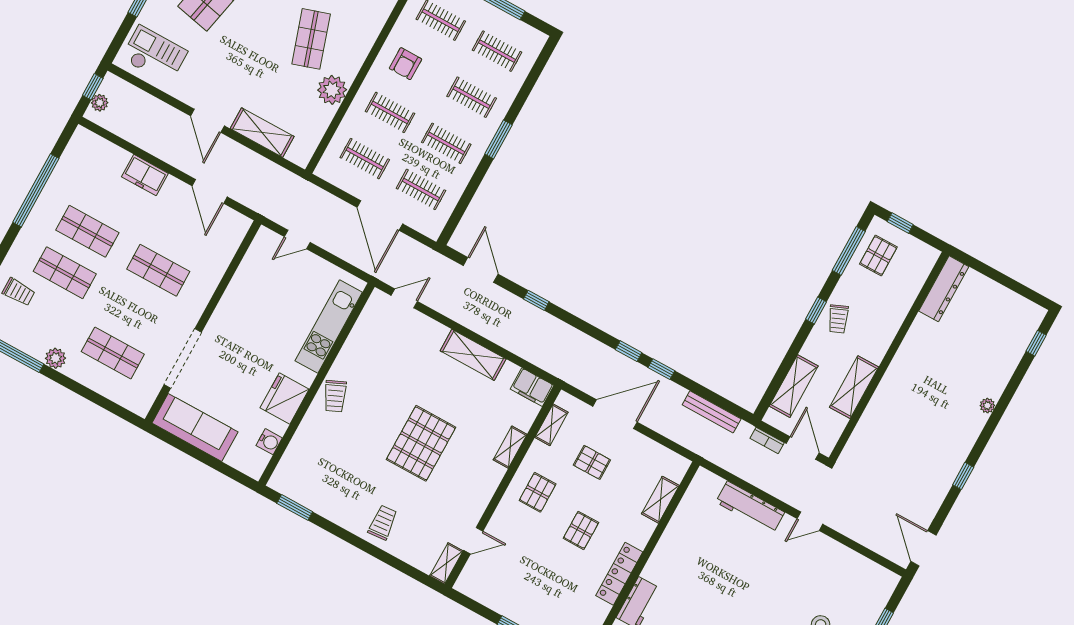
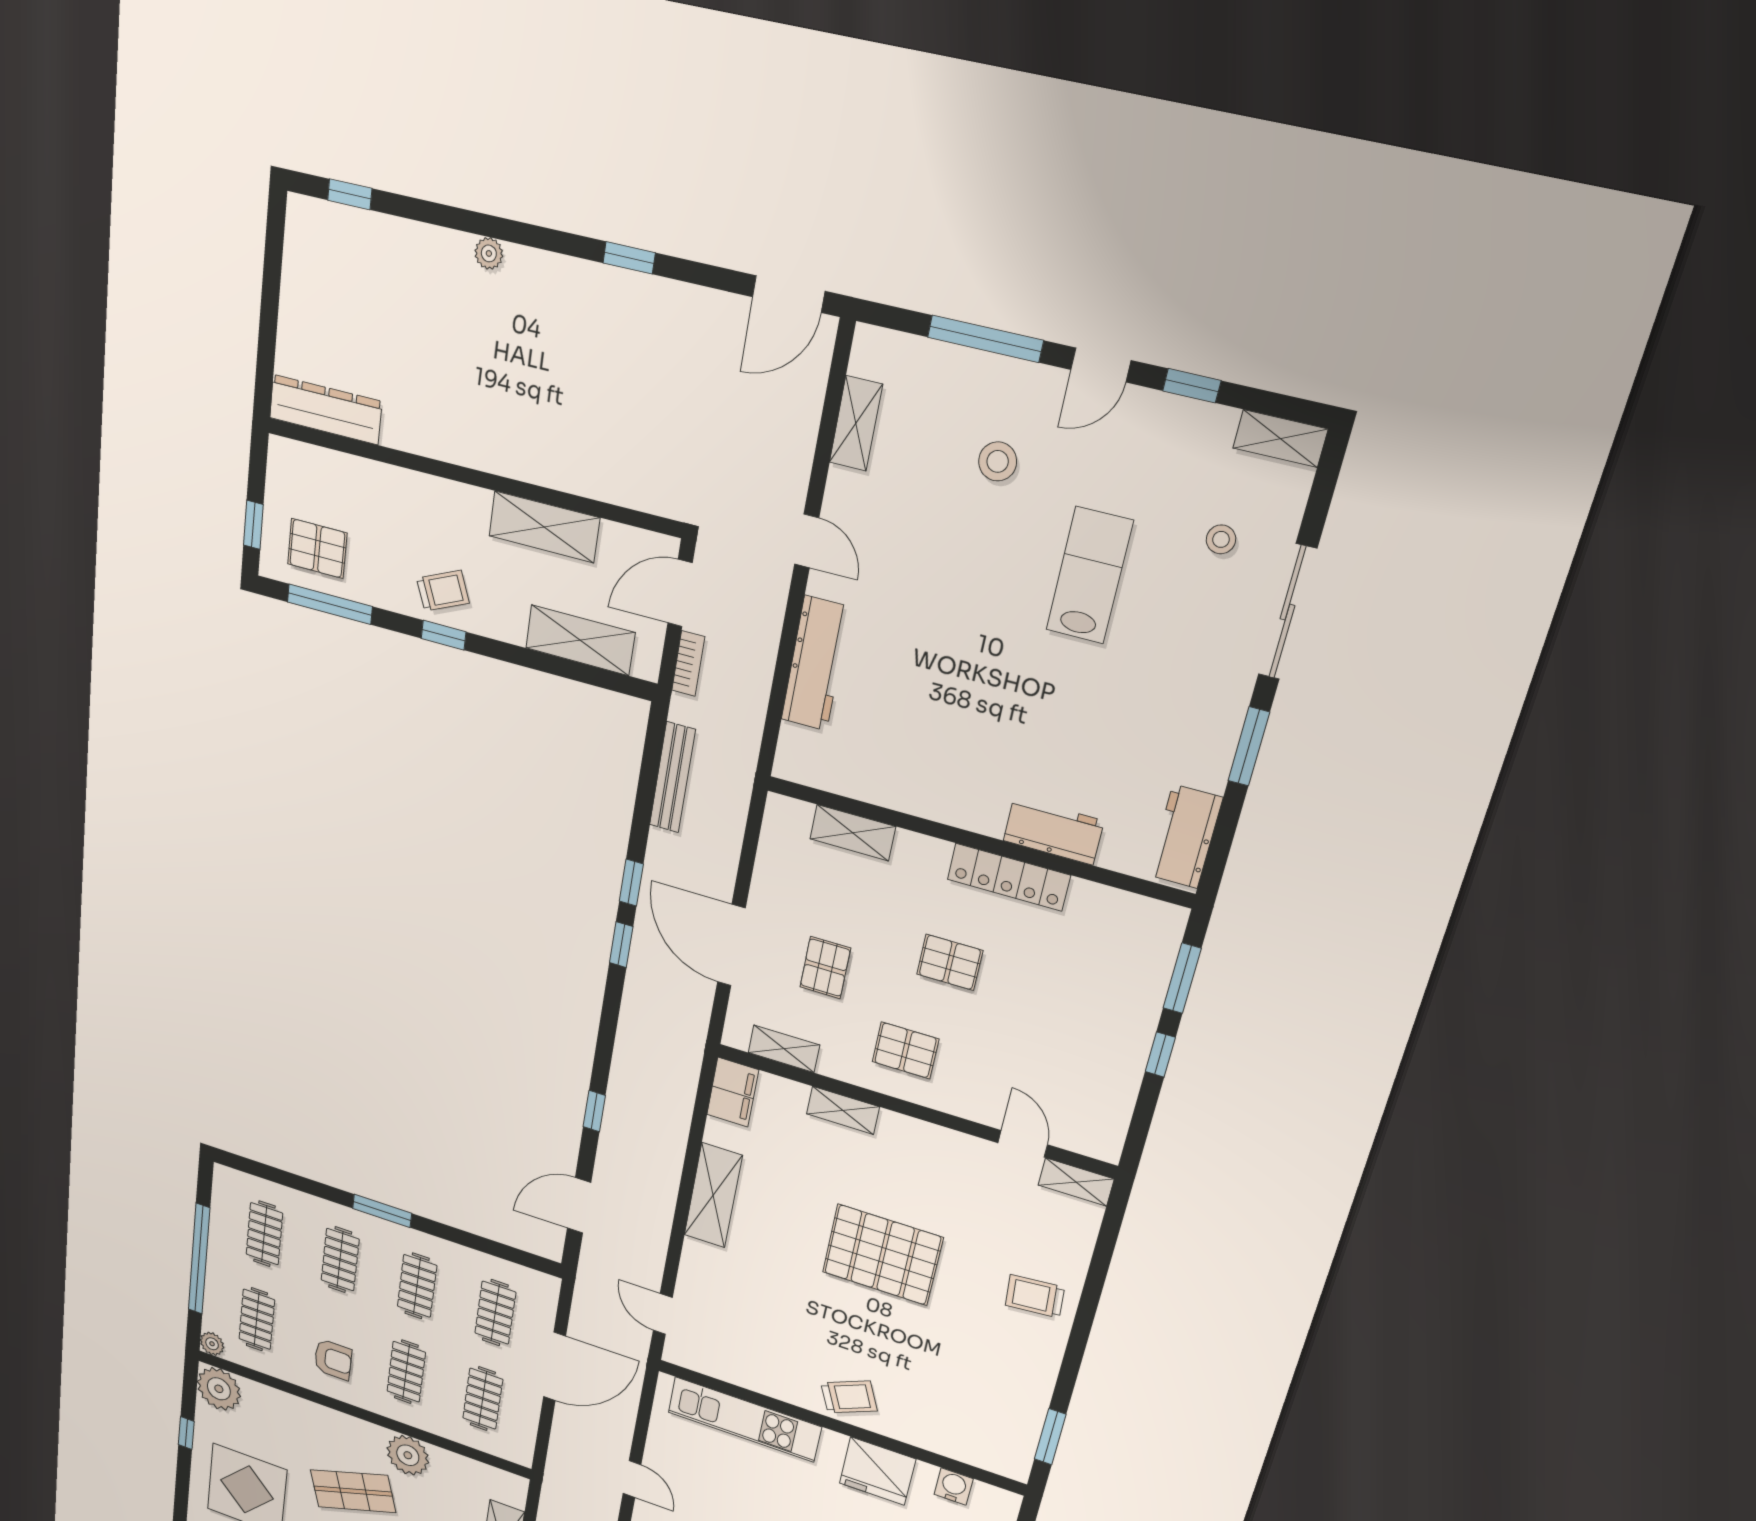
shelving: (857, 563) -> (856, 423), added

